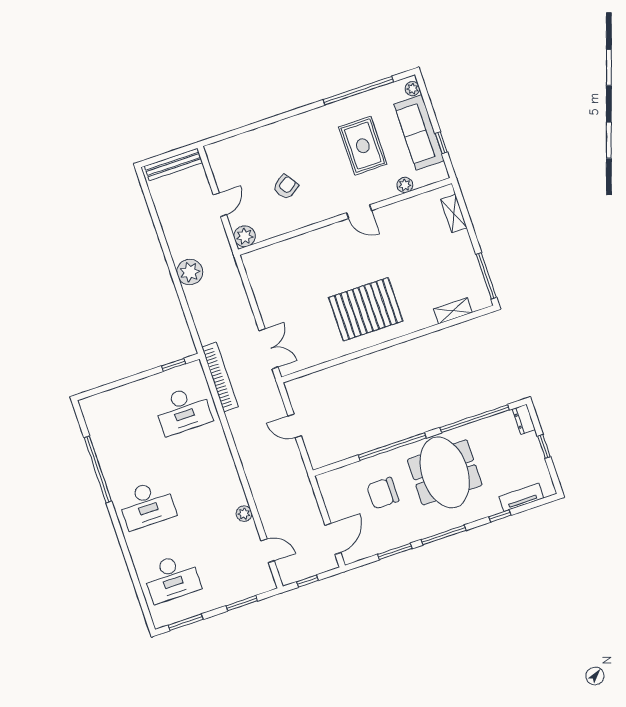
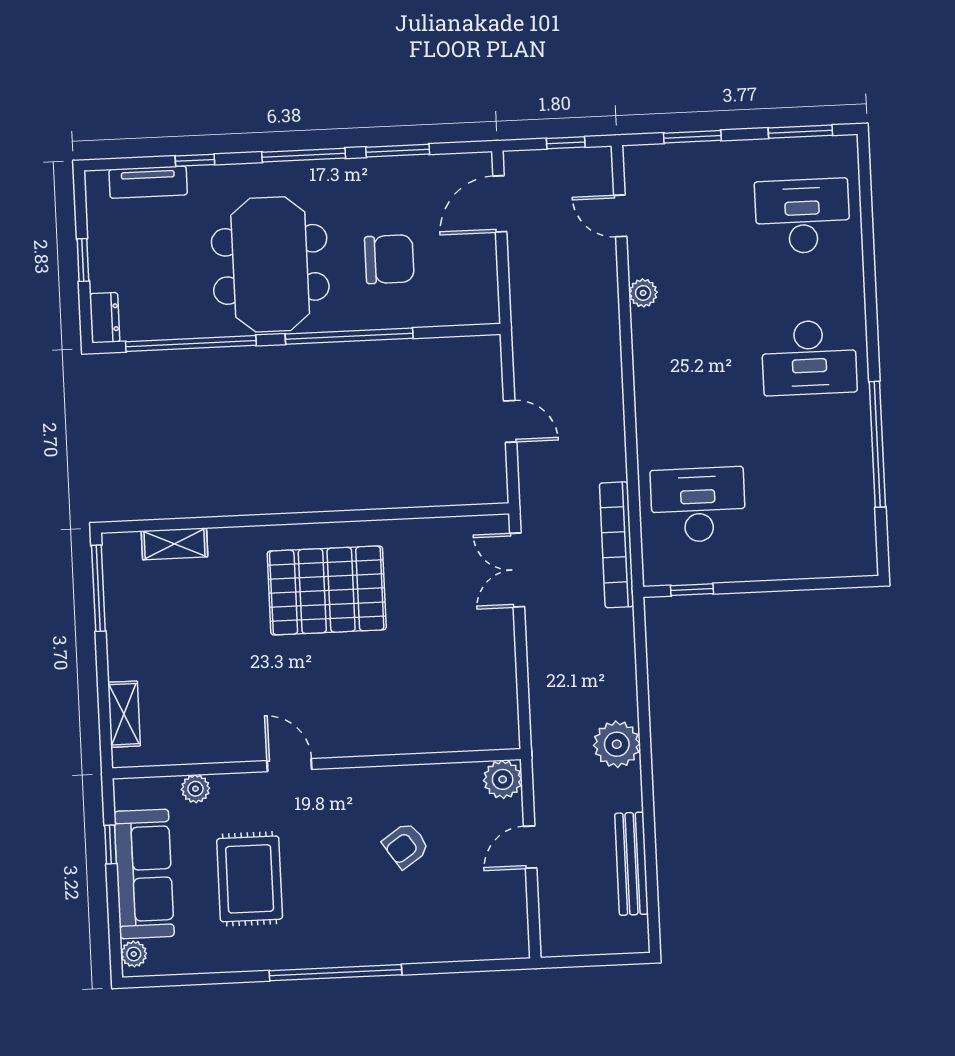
window: (358, 91) -> (335, 973), moved
bench: (173, 164) -> (631, 864), moved, turned 90
desk: (147, 505) -> (809, 358), turned 180

